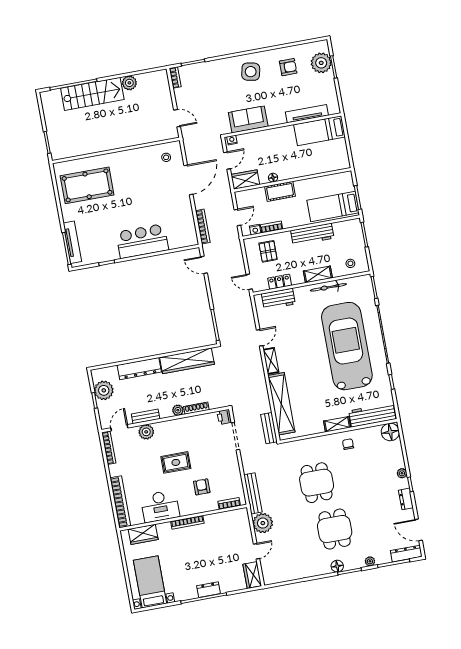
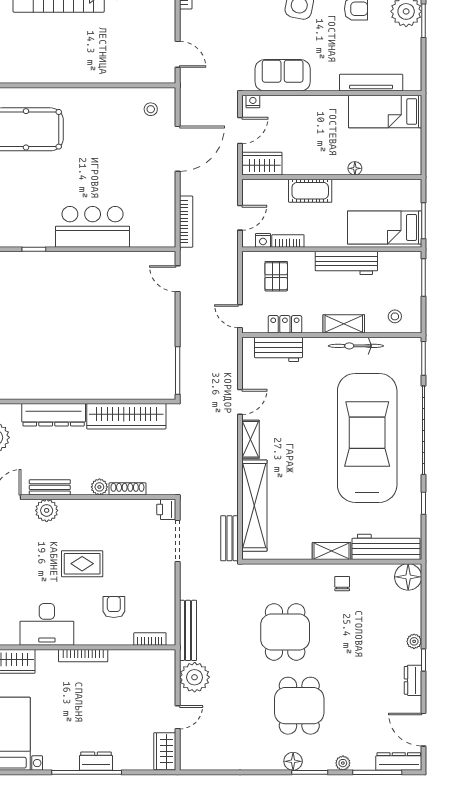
floor lamp: (273, 178) -> (355, 168), moved

